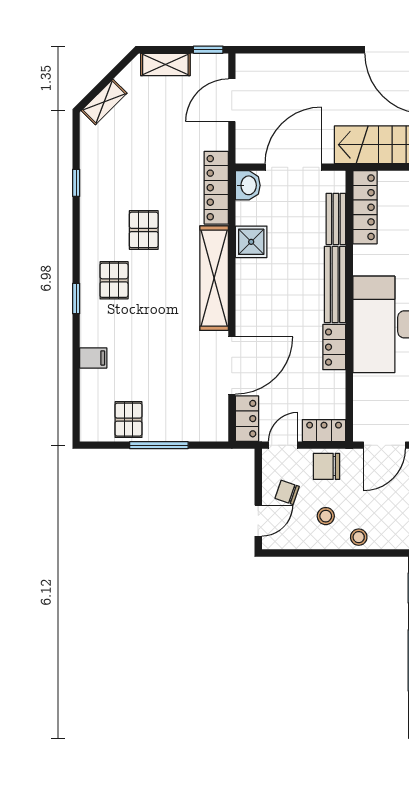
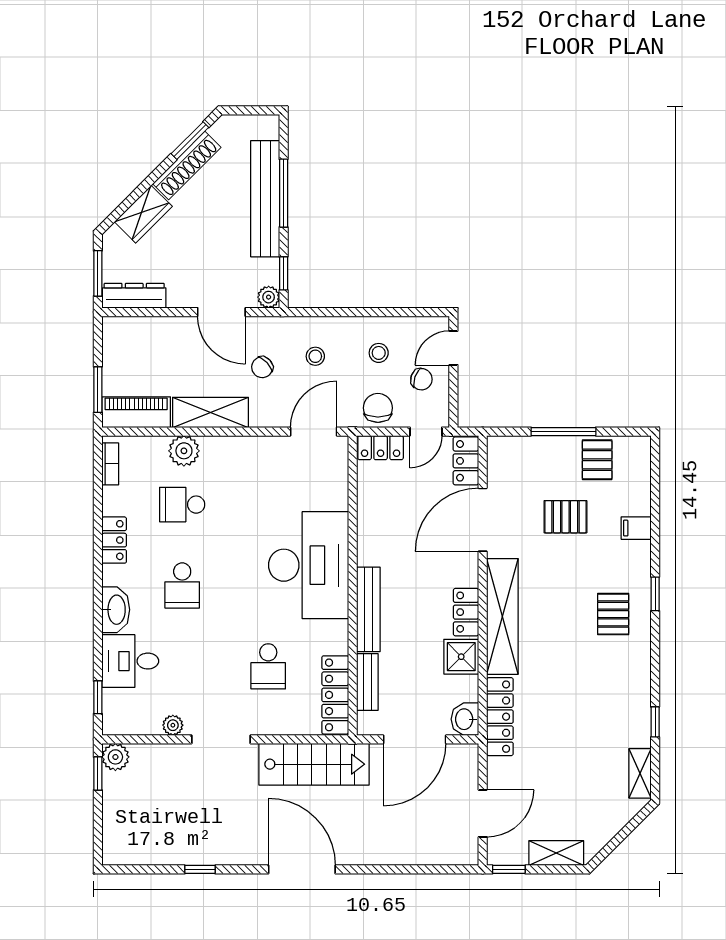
shelving: (104, 102) -> (640, 773), moved, turned -45
pallet: (144, 230) -> (565, 517), moved, turned 90
locker: (334, 347) -> (466, 612), moved, turned 180
chair: (326, 466) -> (378, 408), turned -90
stool: (359, 537) -> (315, 356), moved

